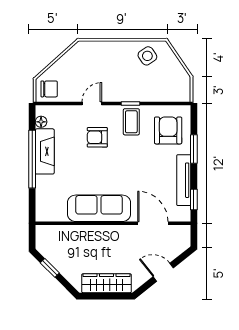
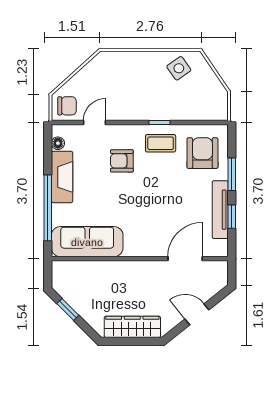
door: (92, 104) -> (95, 123), moved
coffee table: (131, 122) -> (161, 143), turned 90
window: (32, 159) -> (48, 208), moved
window: (194, 199) -> (232, 217), moved
sofa: (99, 208) -> (87, 242), moved
door: (153, 223) -> (185, 259), hinge flipped

